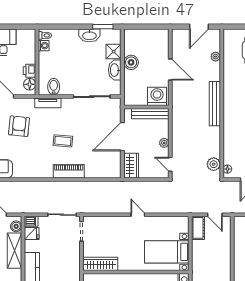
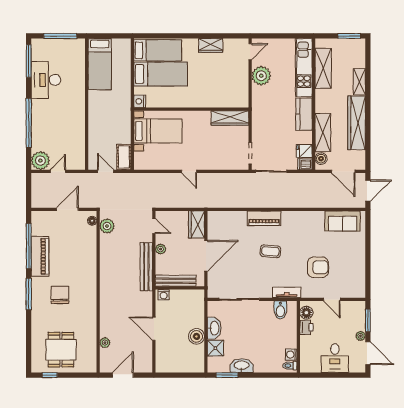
washing machine: (157, 96) -> (164, 295), width x0.53, depth x0.53
bench: (215, 104) -> (146, 267), moved
armchair: (19, 126) -> (318, 267), turned -96

